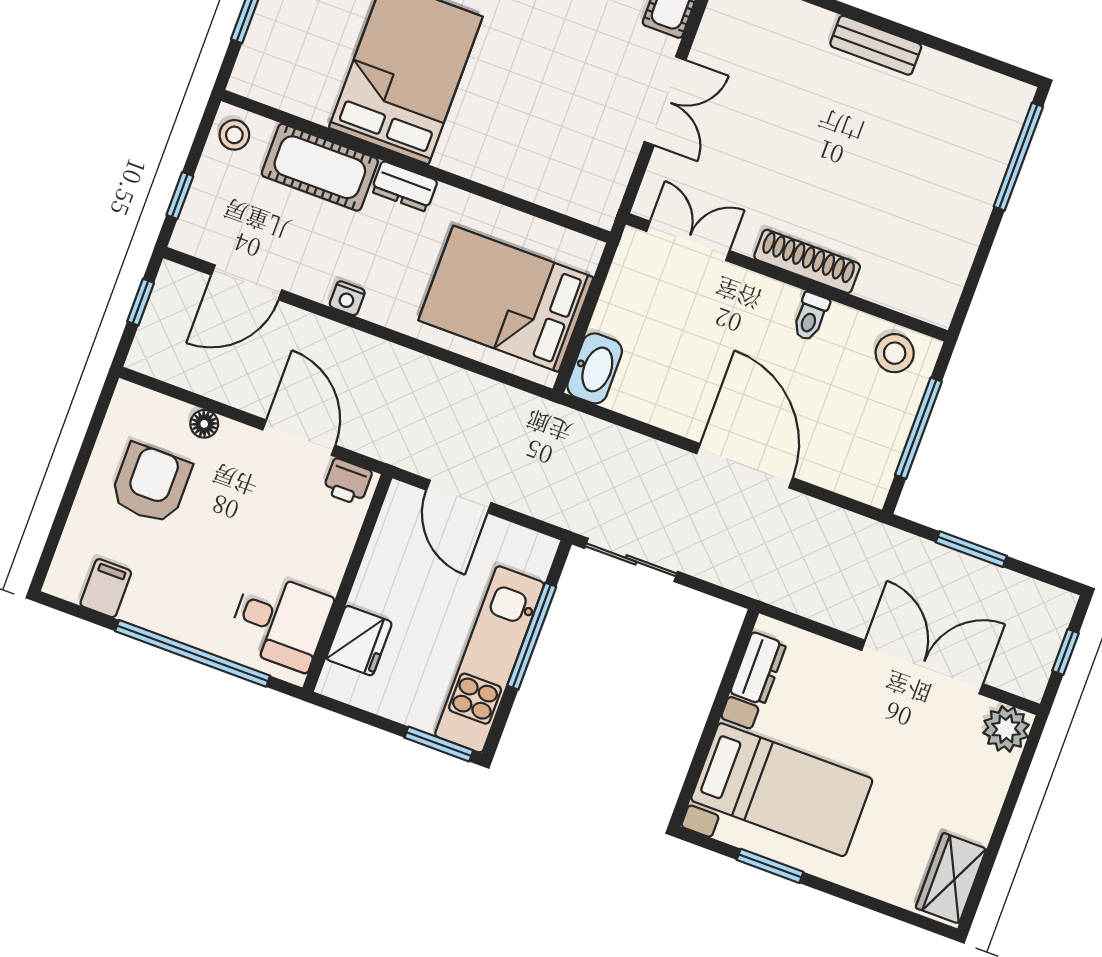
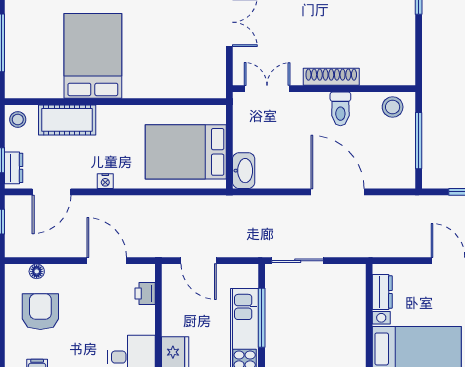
dresser: (404, 186) -> (14, 168), moved, turned -90
toilet: (811, 317) -> (340, 109), width x1.37, depth x1.39
floor lamp: (204, 424) -> (37, 271), moved
printer: (347, 482) -> (145, 294), moved, turned 90

